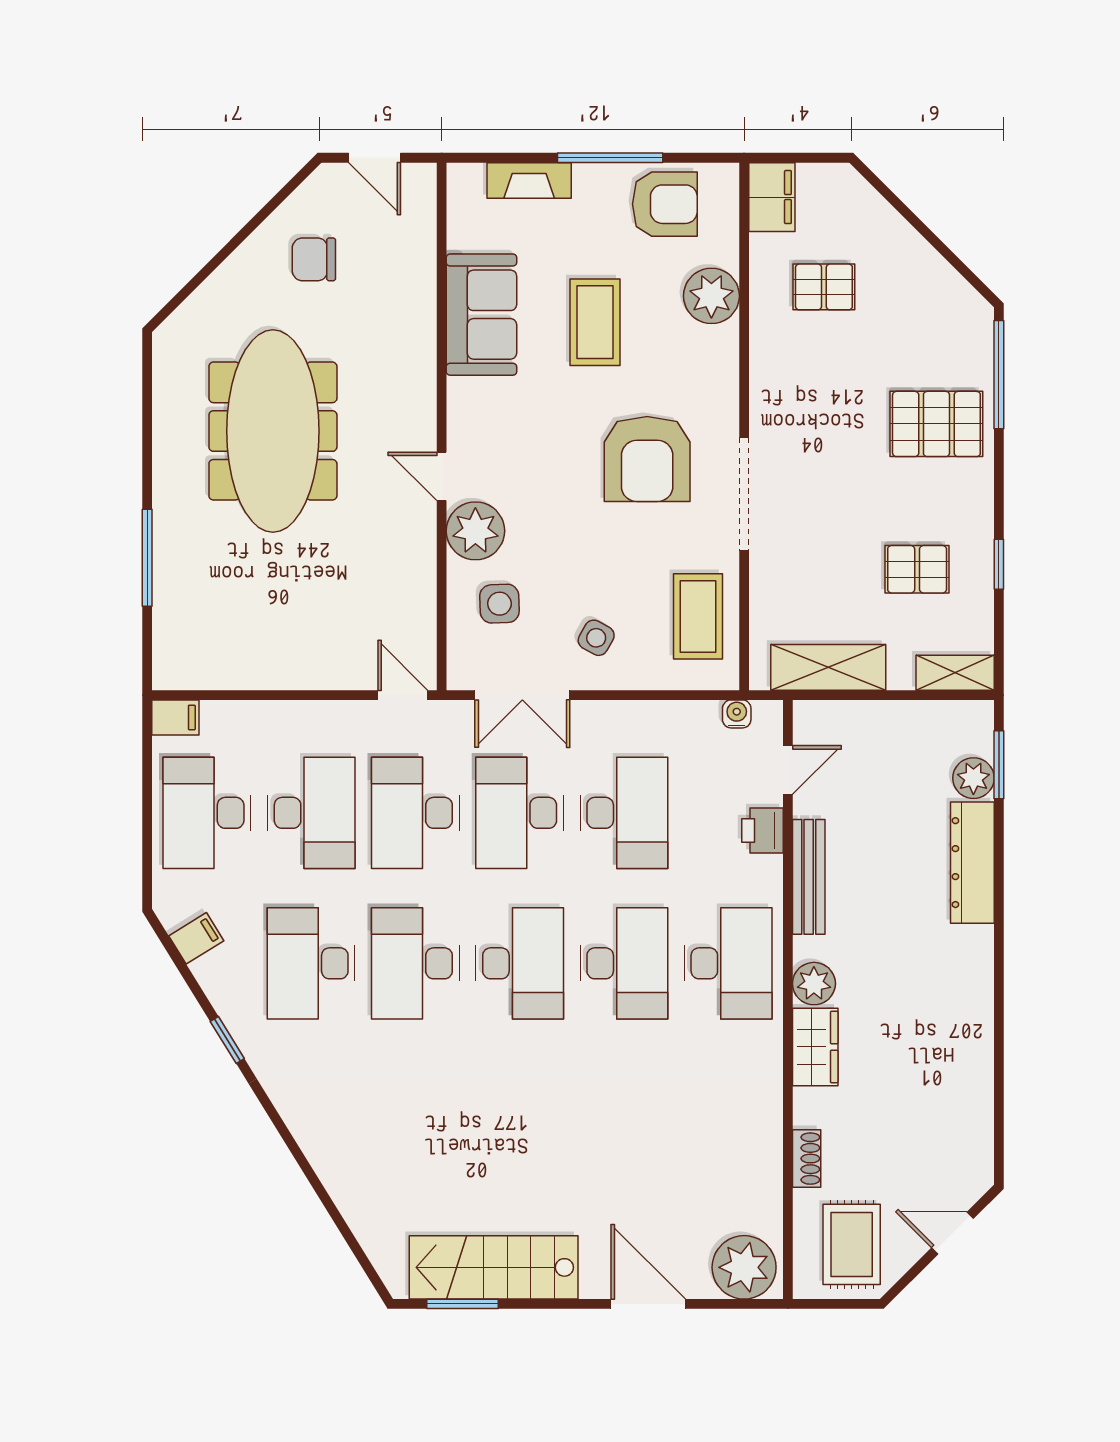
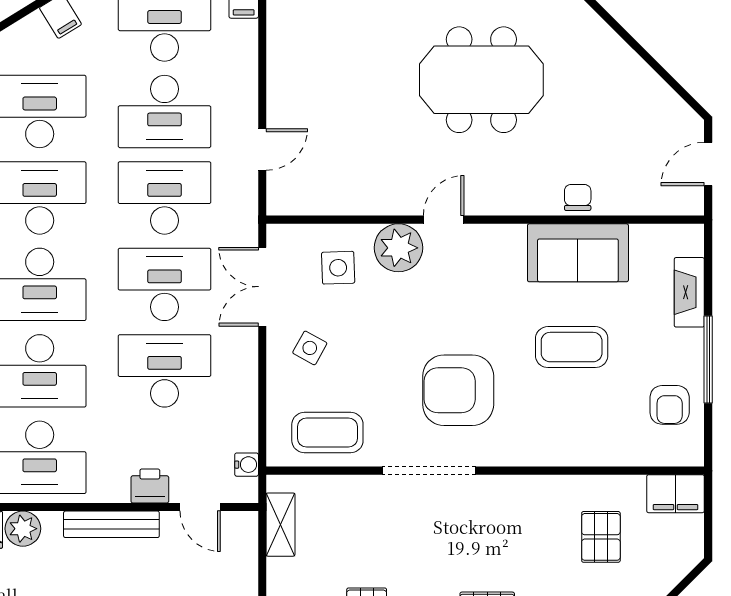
armchair: (665, 204) -> (670, 405), width x0.72, depth x0.72
chair: (314, 259) -> (578, 197), moved, width x0.73, depth x0.73
plant: (711, 296) -> (593, 444), removed
meeting table: (273, 431) -> (481, 80), width x0.73
shelving: (828, 667) -> (280, 525), width x0.67, depth x0.75
door: (403, 695) -> (262, 149), moved
desk: (624, 813) -> (164, 371), turned 180

